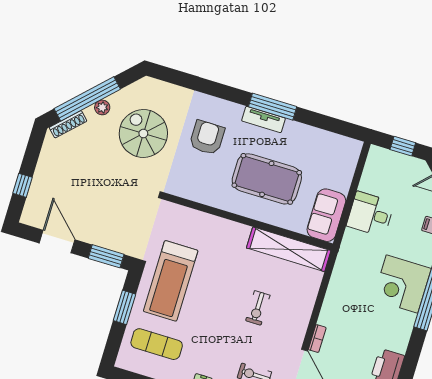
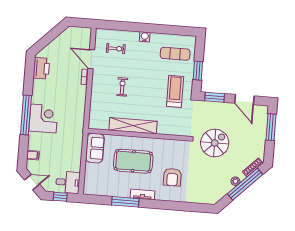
window: (273, 107) -> (125, 202), moved
spiral stairs: (143, 133) -> (215, 143), moved, turned -90
window: (22, 185) -> (271, 127), width x2.17
desk: (370, 214) -> (68, 182), moved
shelving: (289, 249) -> (133, 126), moved
treadmill: (171, 281) -> (175, 91), width x0.73, depth x0.73

